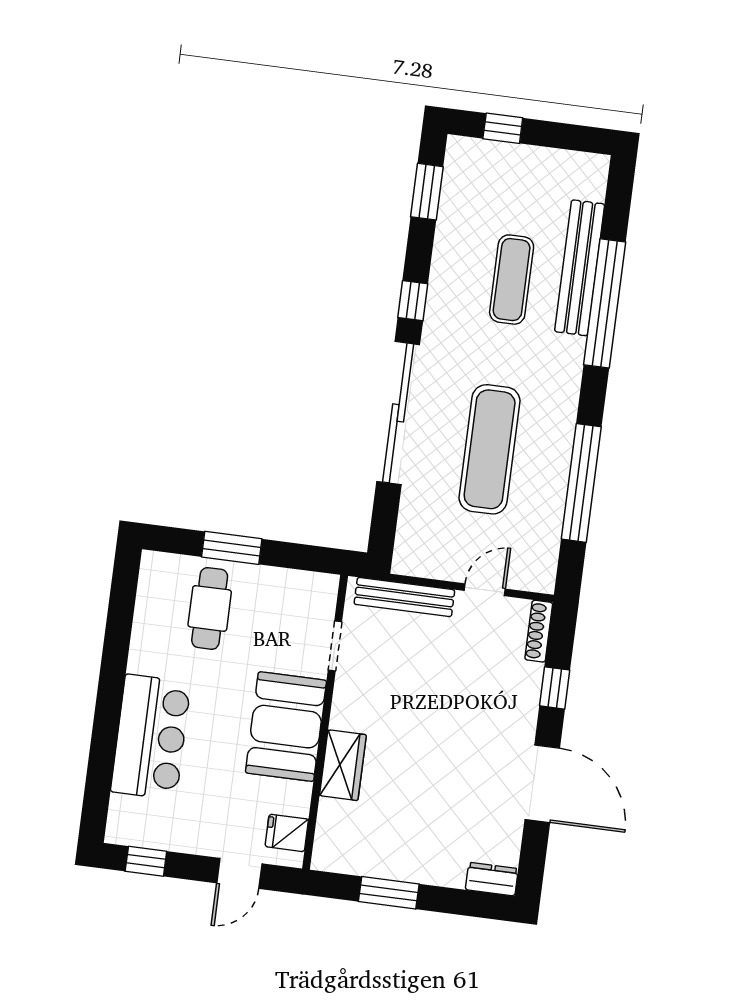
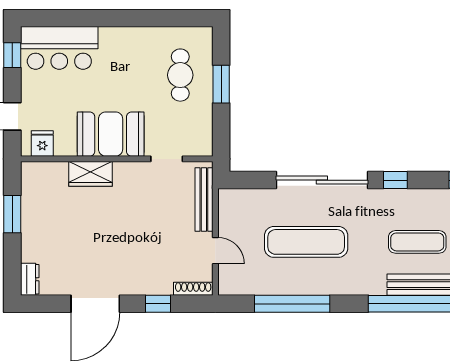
cafe table: (210, 608) -> (180, 75), turned 90
bar counter: (151, 737) -> (59, 48), moved

